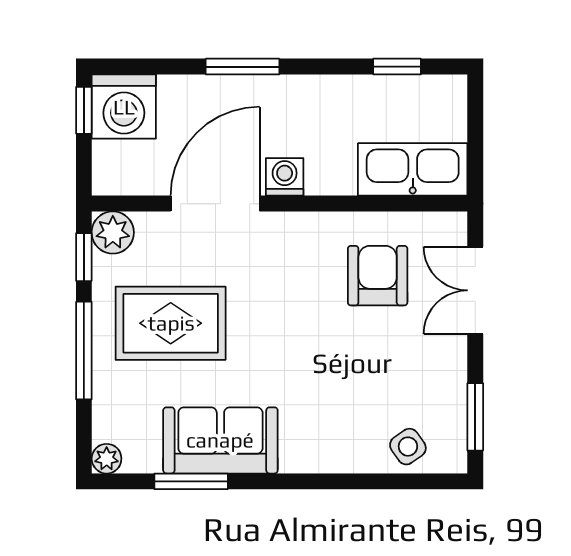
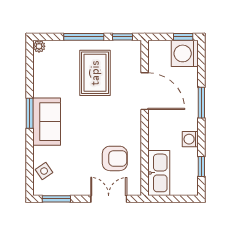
washing machine: (285, 177) -> (190, 139), moved, turned 180
plant: (113, 232) -> (133, 49), removed
sofa: (220, 440) -> (47, 122), moved
window: (191, 481) -> (30, 113), moved

